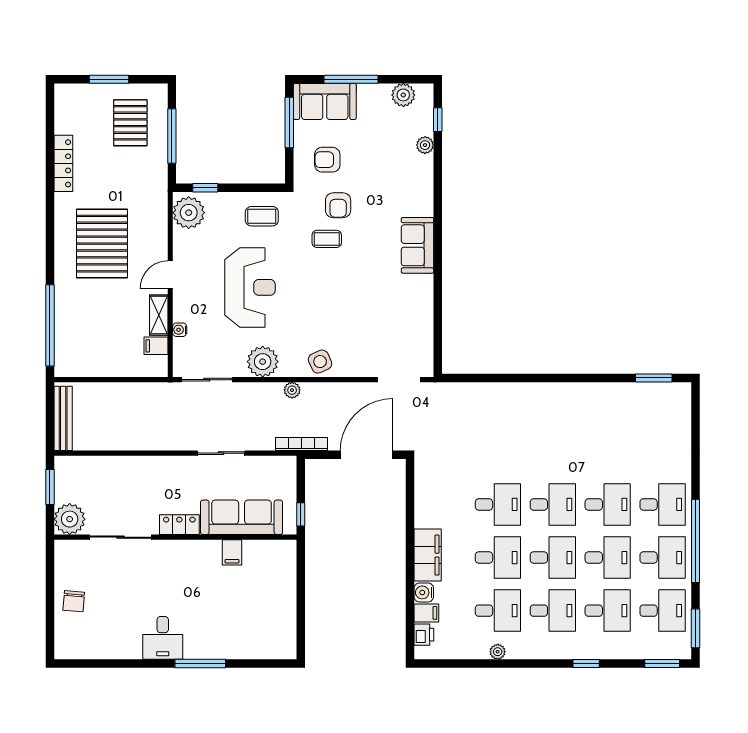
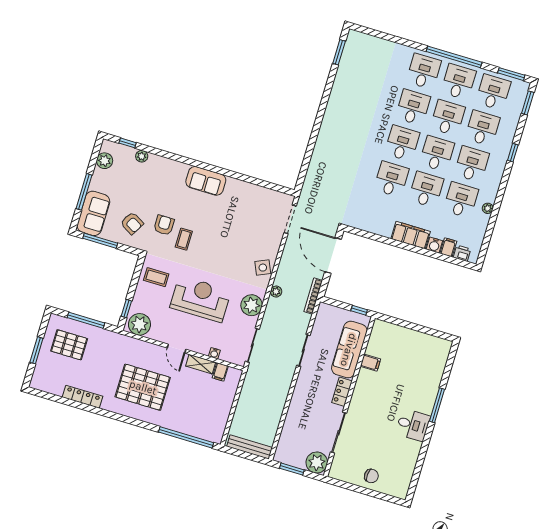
armchair: (327, 160) -> (132, 223), turned -60
armchair: (338, 205) -> (164, 225), turned -90
coffee table: (262, 216) -> (156, 277), turned 90

